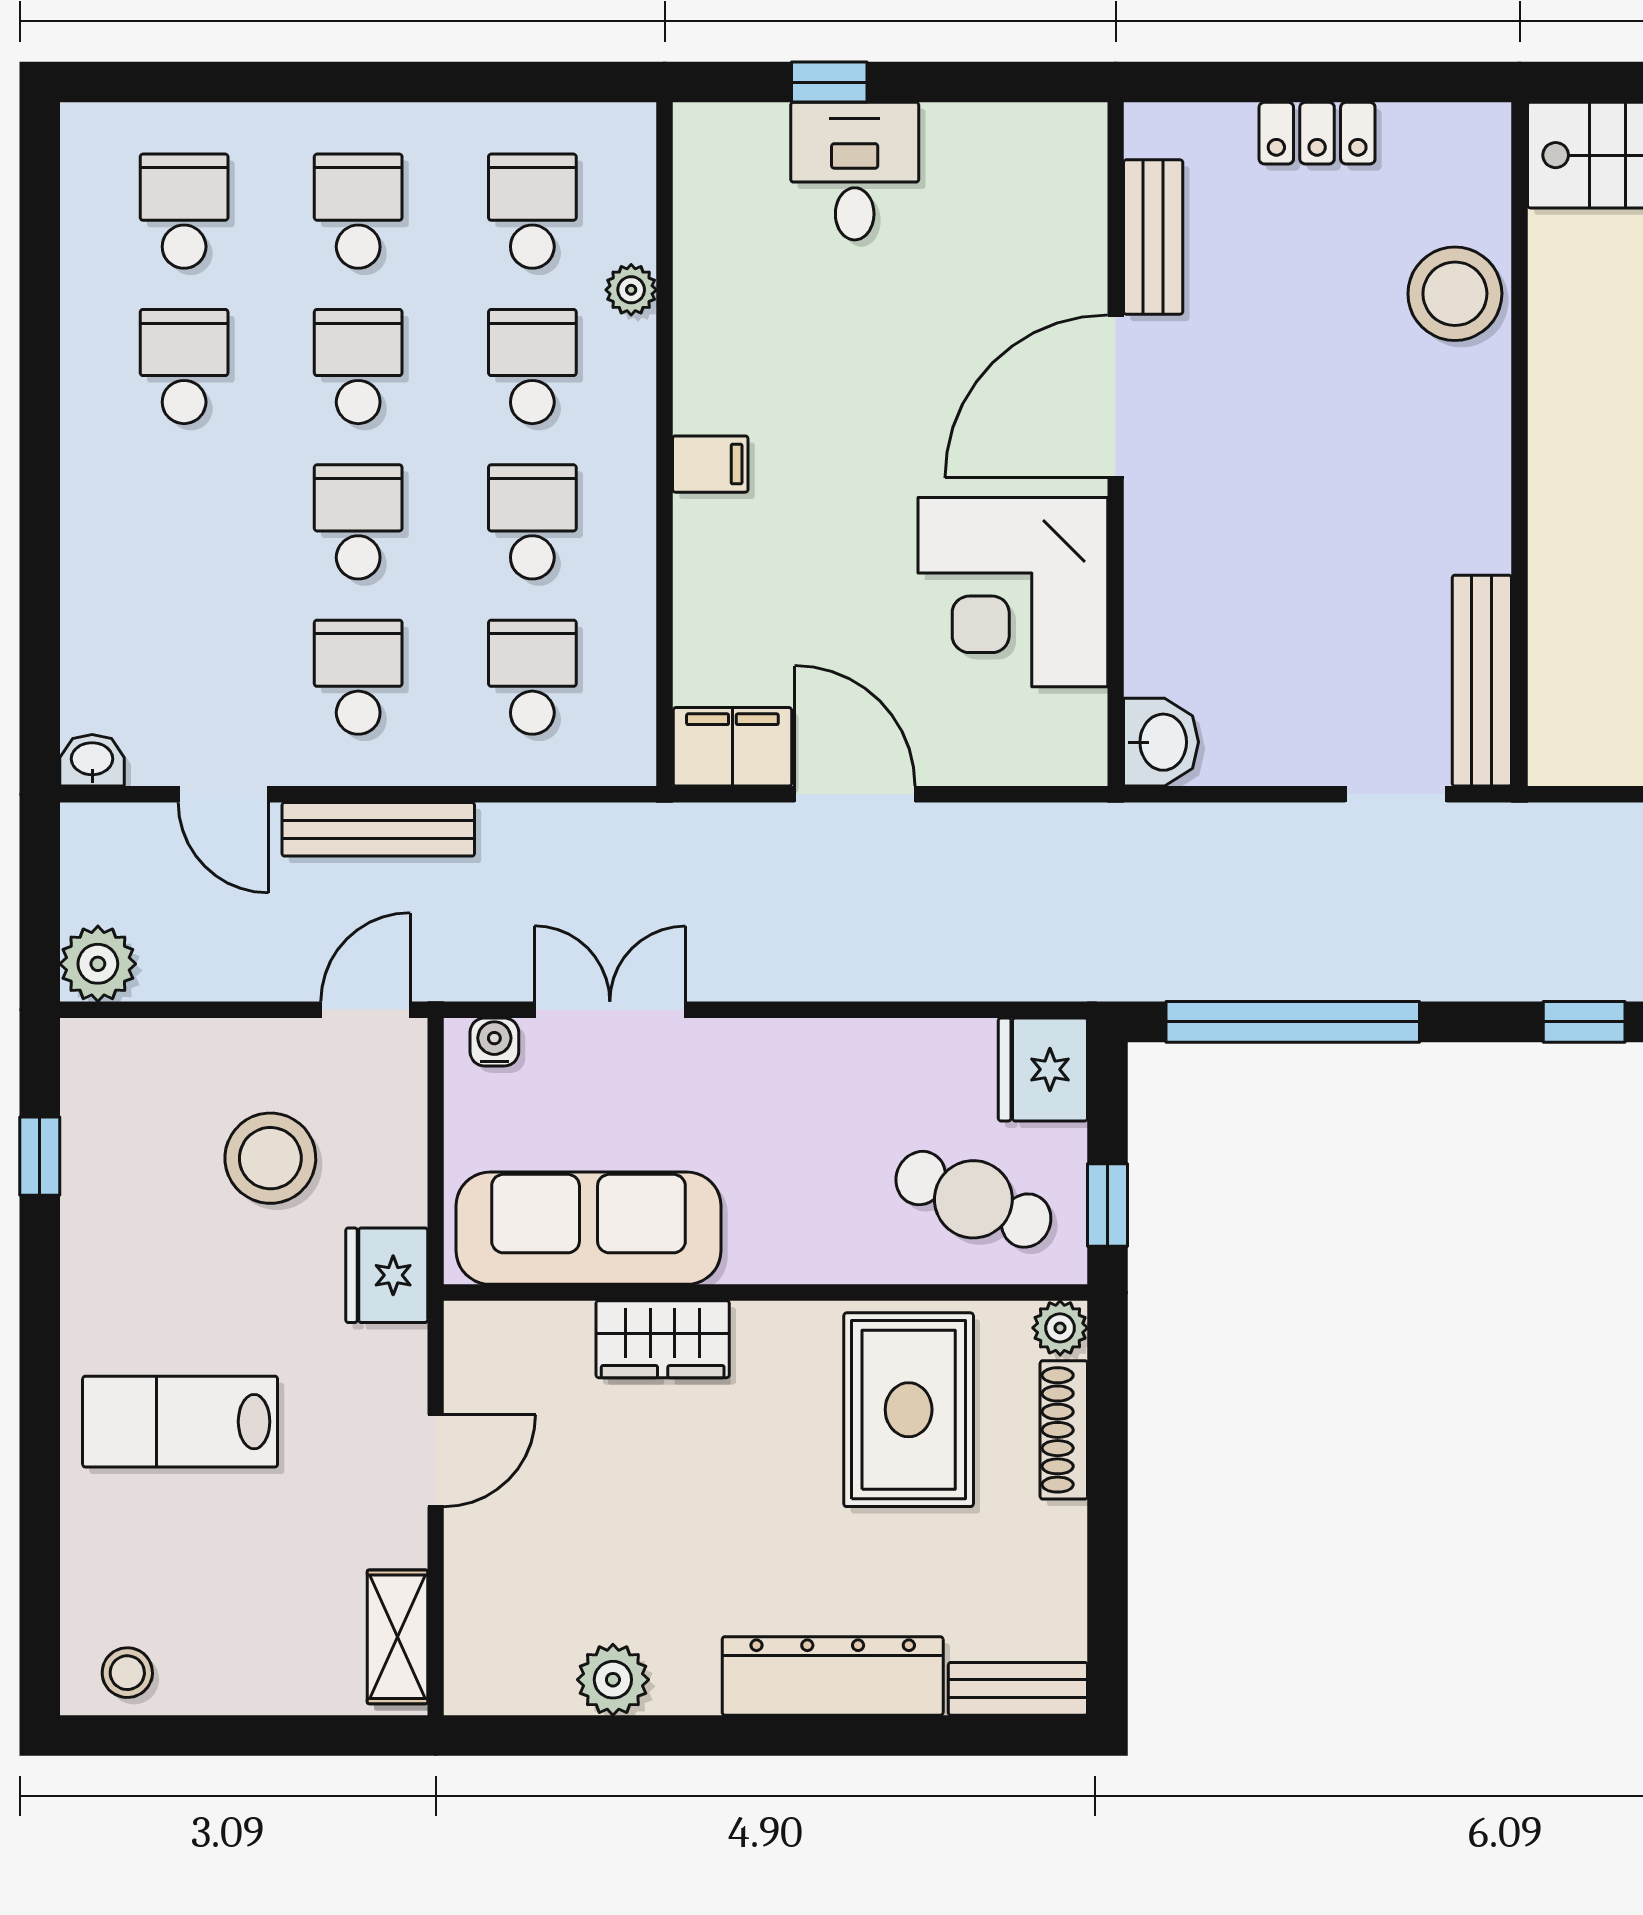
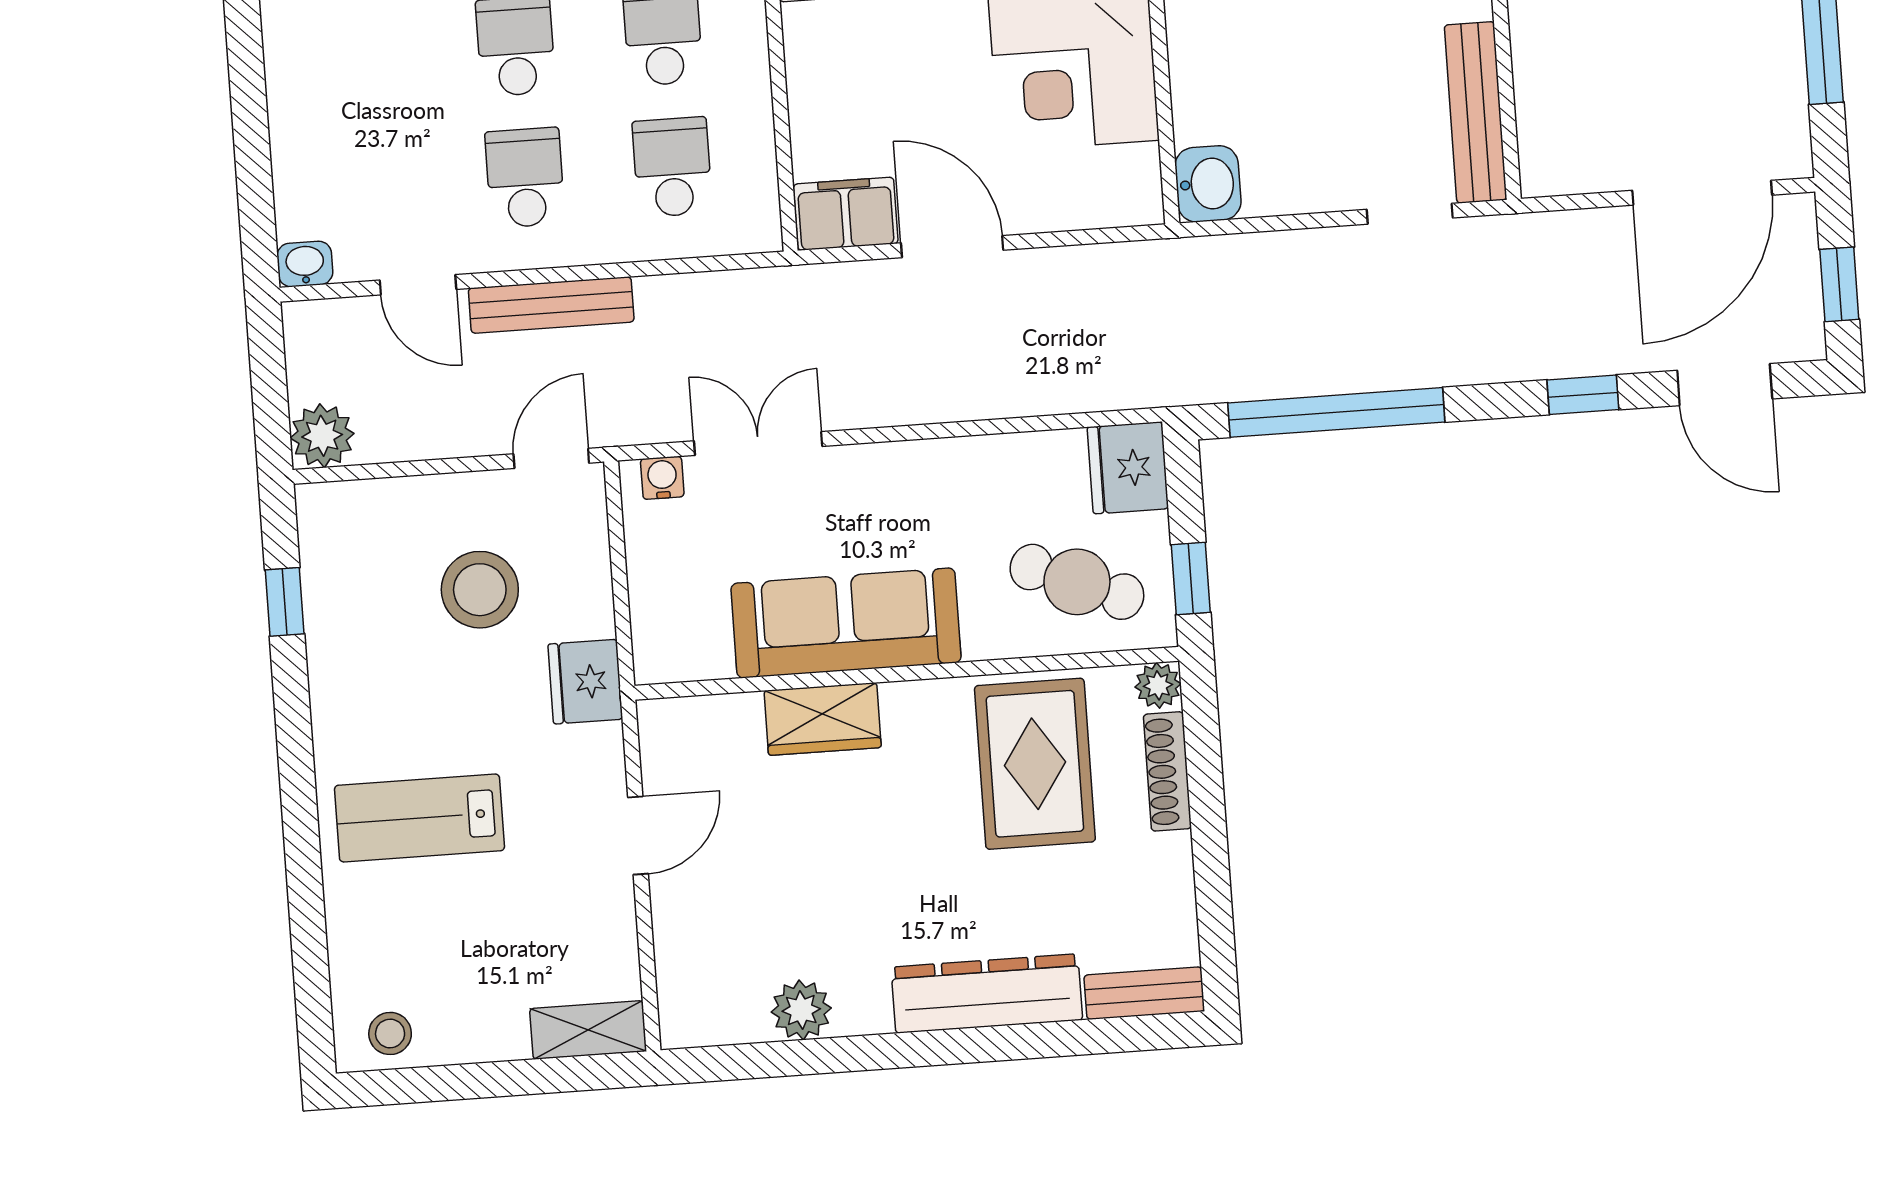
sofa: (588, 1228) -> (846, 623), moved
shelving: (397, 1637) -> (588, 1030), moved, turned 90

